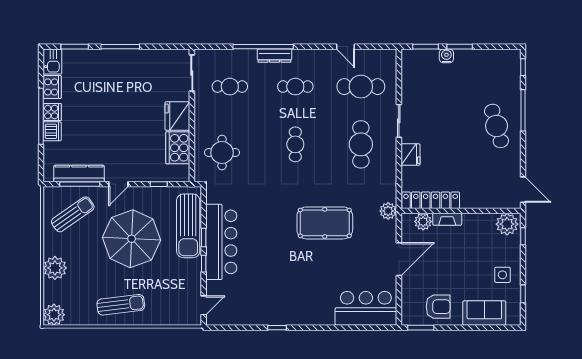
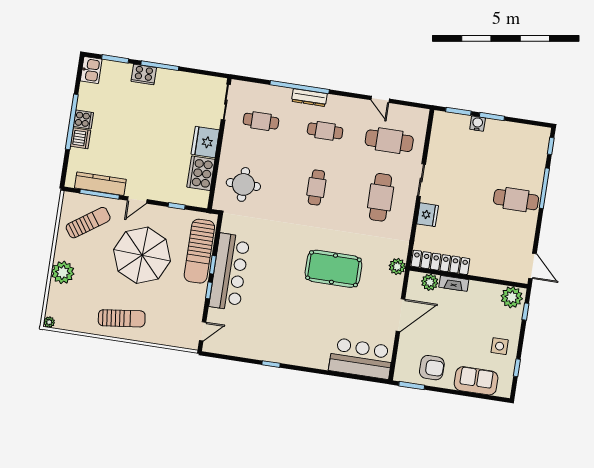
cooker: (52, 87) -> (144, 74), moved, turned 90
cafe table: (497, 126) -> (516, 200), turned -74
plant: (54, 315) -> (49, 322), width x0.53, depth x0.53

